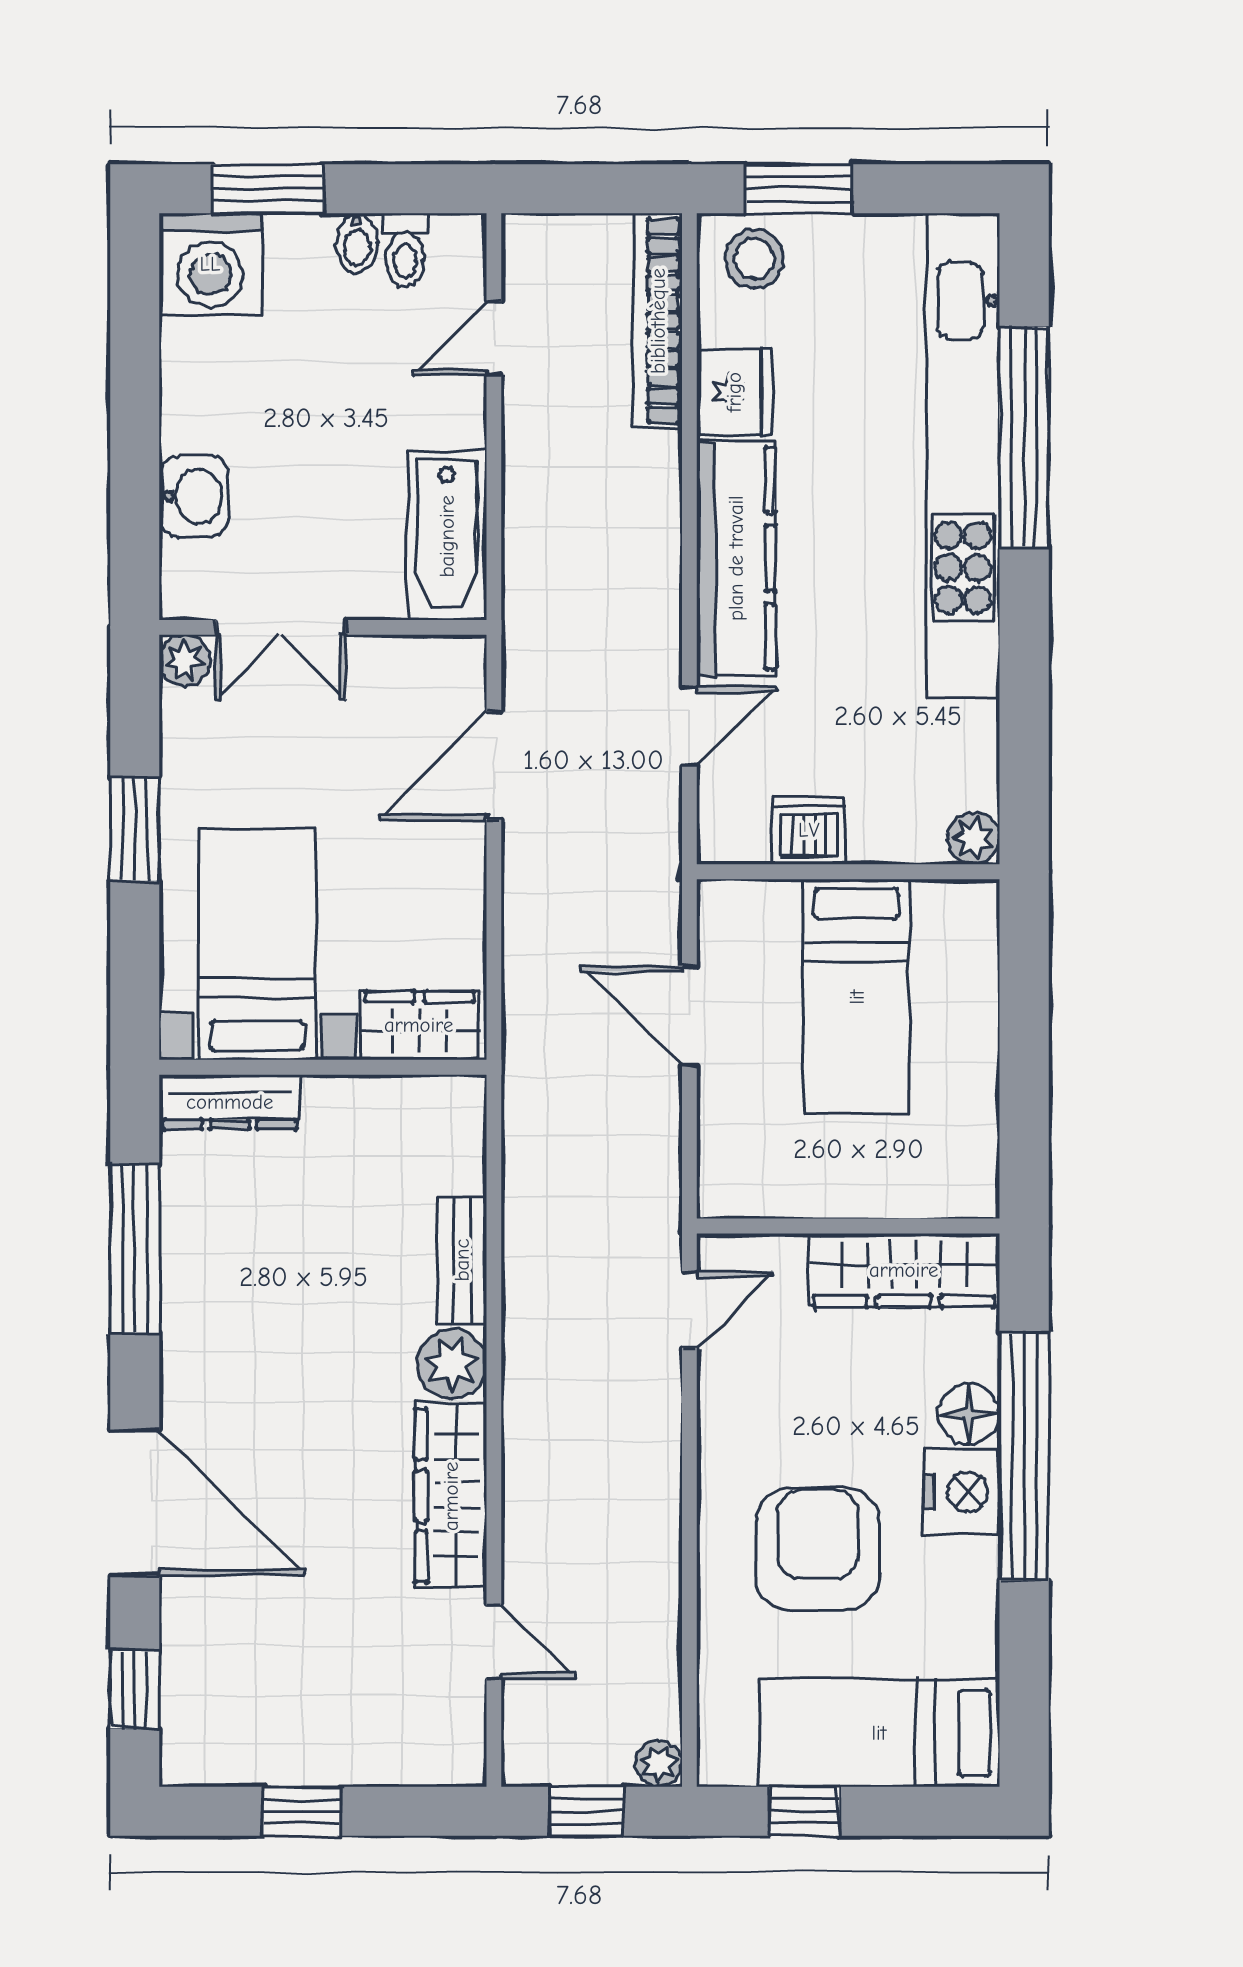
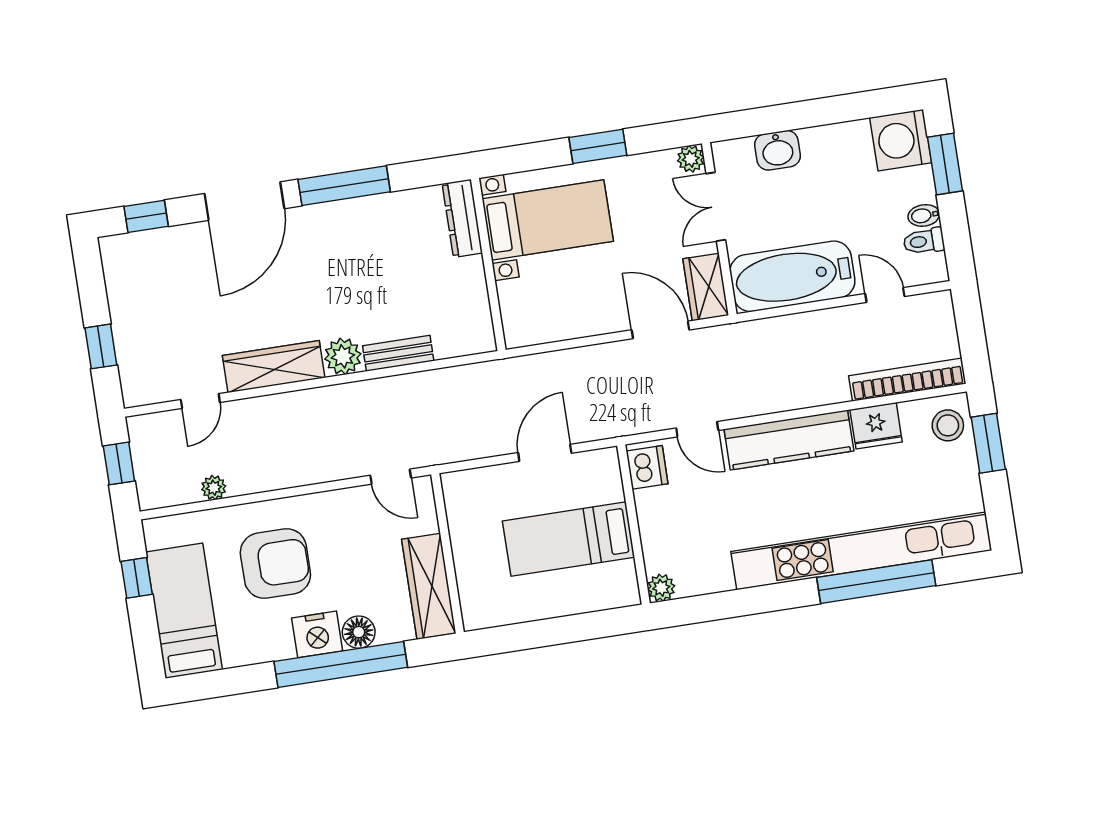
bathtub: (447, 536) -> (792, 276), width x1.36, depth x1.36
dishwasher: (809, 830) -> (647, 467), moved
wardrobe: (419, 1025) -> (706, 287), moved, turned 180
window: (135, 1249) -> (344, 186), moved
plant: (659, 1764) -> (214, 488), moved
window: (302, 1811) -> (101, 346), moved

